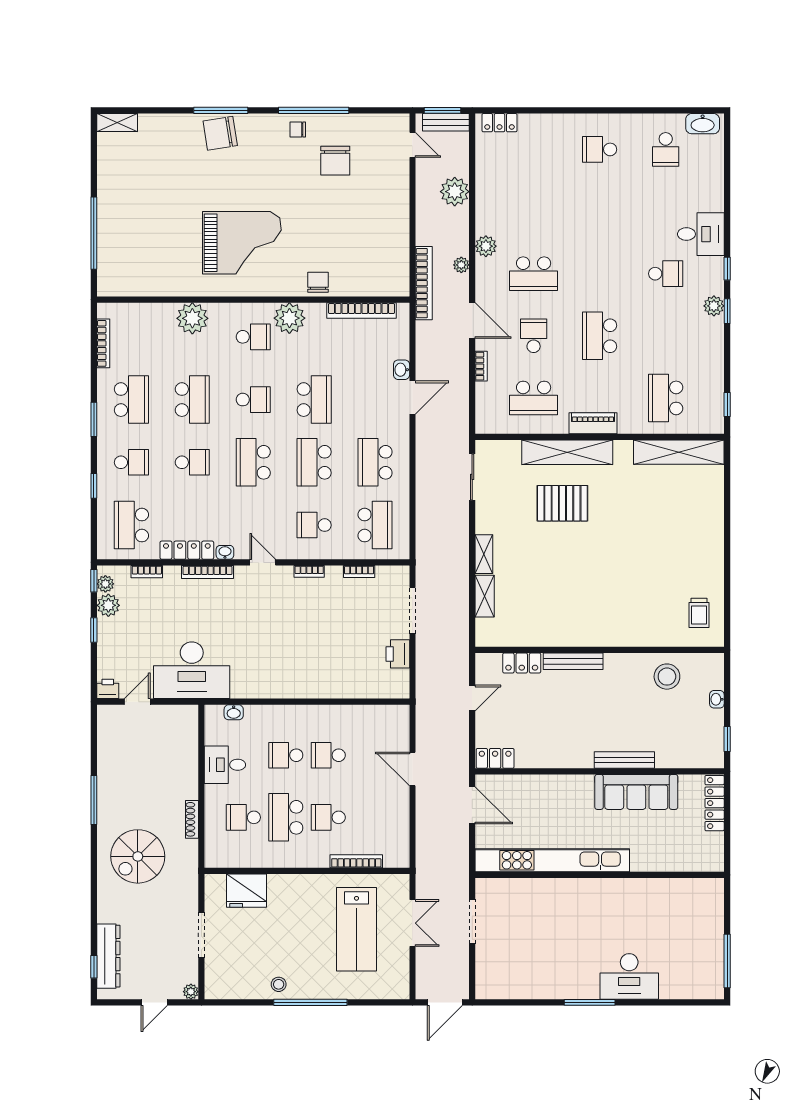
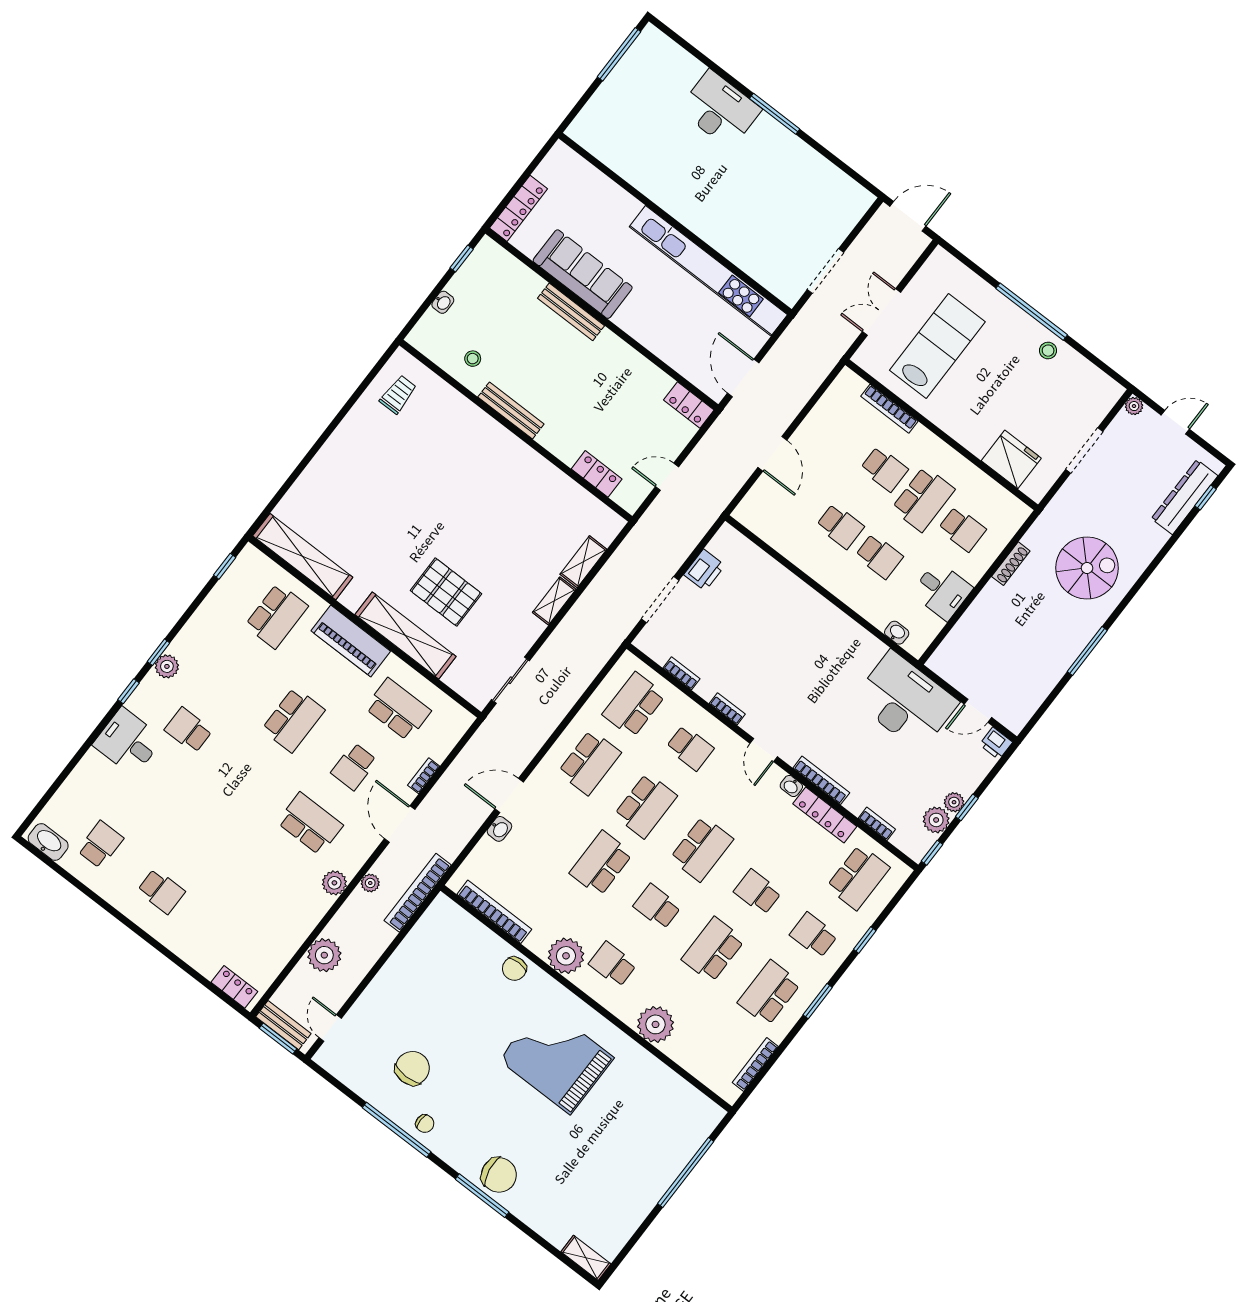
piano: (593, 423) -> (351, 641), width x1.37, depth x1.33
plant: (105, 584) -> (954, 802), moved
bench: (573, 661) -> (511, 410), moved
stool: (667, 677) -> (473, 359), width x0.53, depth x0.53

